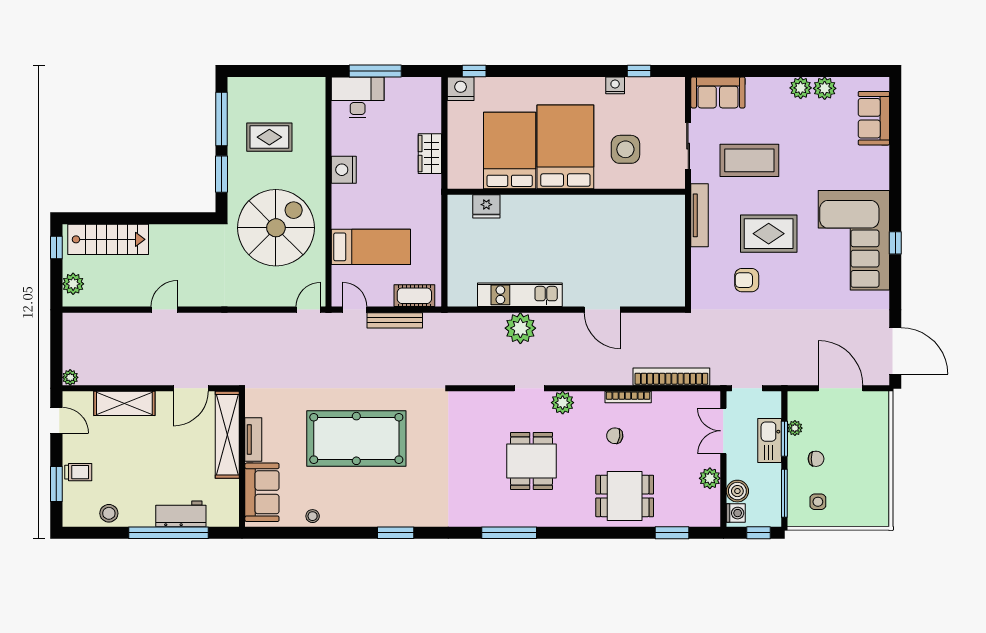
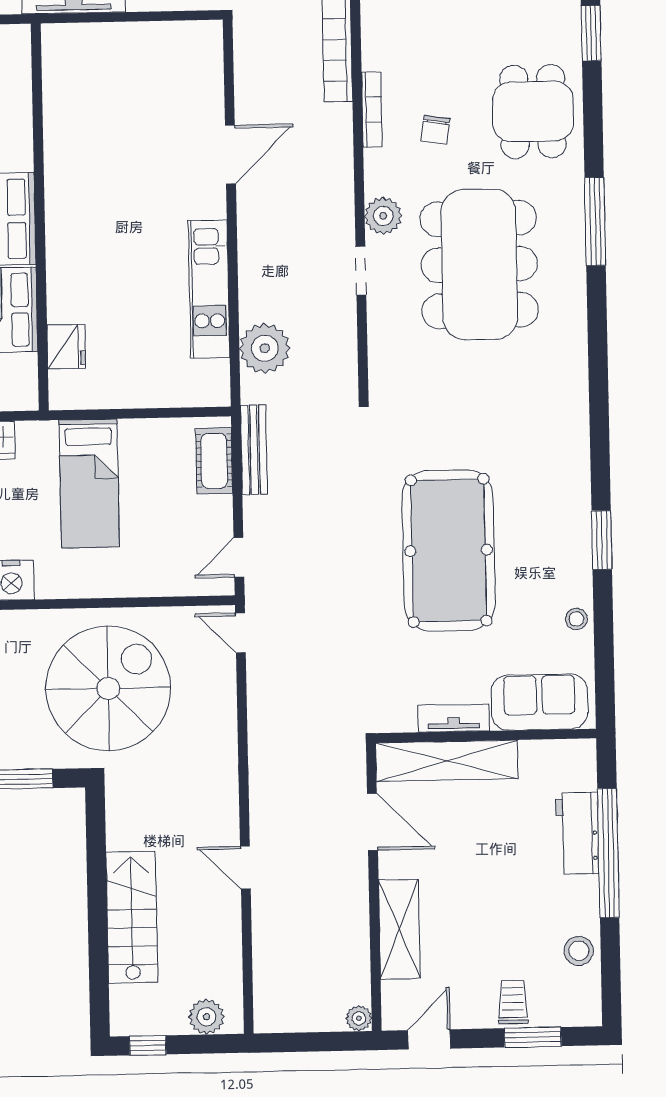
spiral stairs: (276, 228) -> (108, 688), turned 90
stairs: (108, 239) -> (132, 917), moved
bed: (371, 247) -> (89, 483), moved, turned 180
bench: (395, 320) -> (254, 450), moved
plant: (520, 328) -> (265, 348), moved
dining table: (531, 461) -> (479, 264), width x1.87, depth x1.24
window: (396, 533) -> (602, 540), moved
window: (509, 533) -> (595, 222), moved

